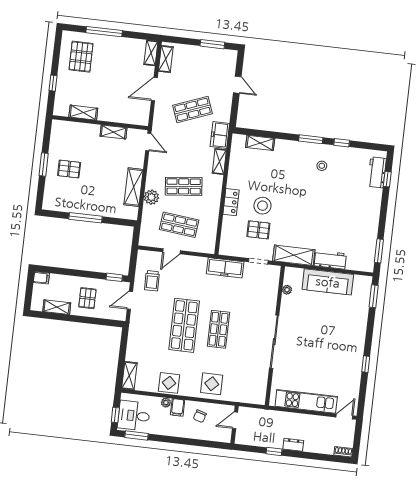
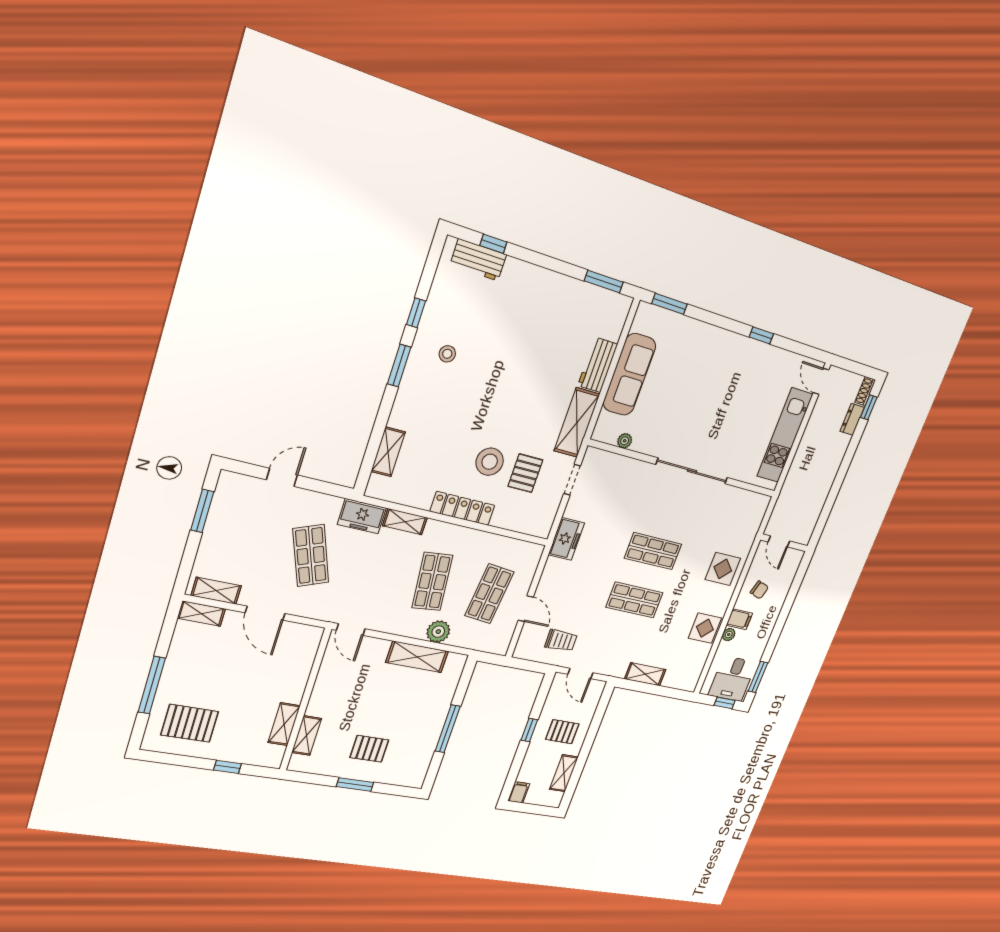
shelving: (113, 132) -> (307, 736), moved
door: (148, 142) -> (351, 630), swing flipped
pallet: (69, 169) -> (369, 749), turned 90
locker: (231, 202) -> (462, 508), width x1.53
freezer: (225, 268) -> (566, 539), width x0.71
window: (114, 277) -> (529, 730), moved
shop shelf: (184, 325) -> (634, 600), width x0.70, depth x0.74
shelving: (129, 376) -> (645, 674), moved
dresser: (293, 445) -> (852, 419), moved
window: (274, 451) -> (869, 407), moved

